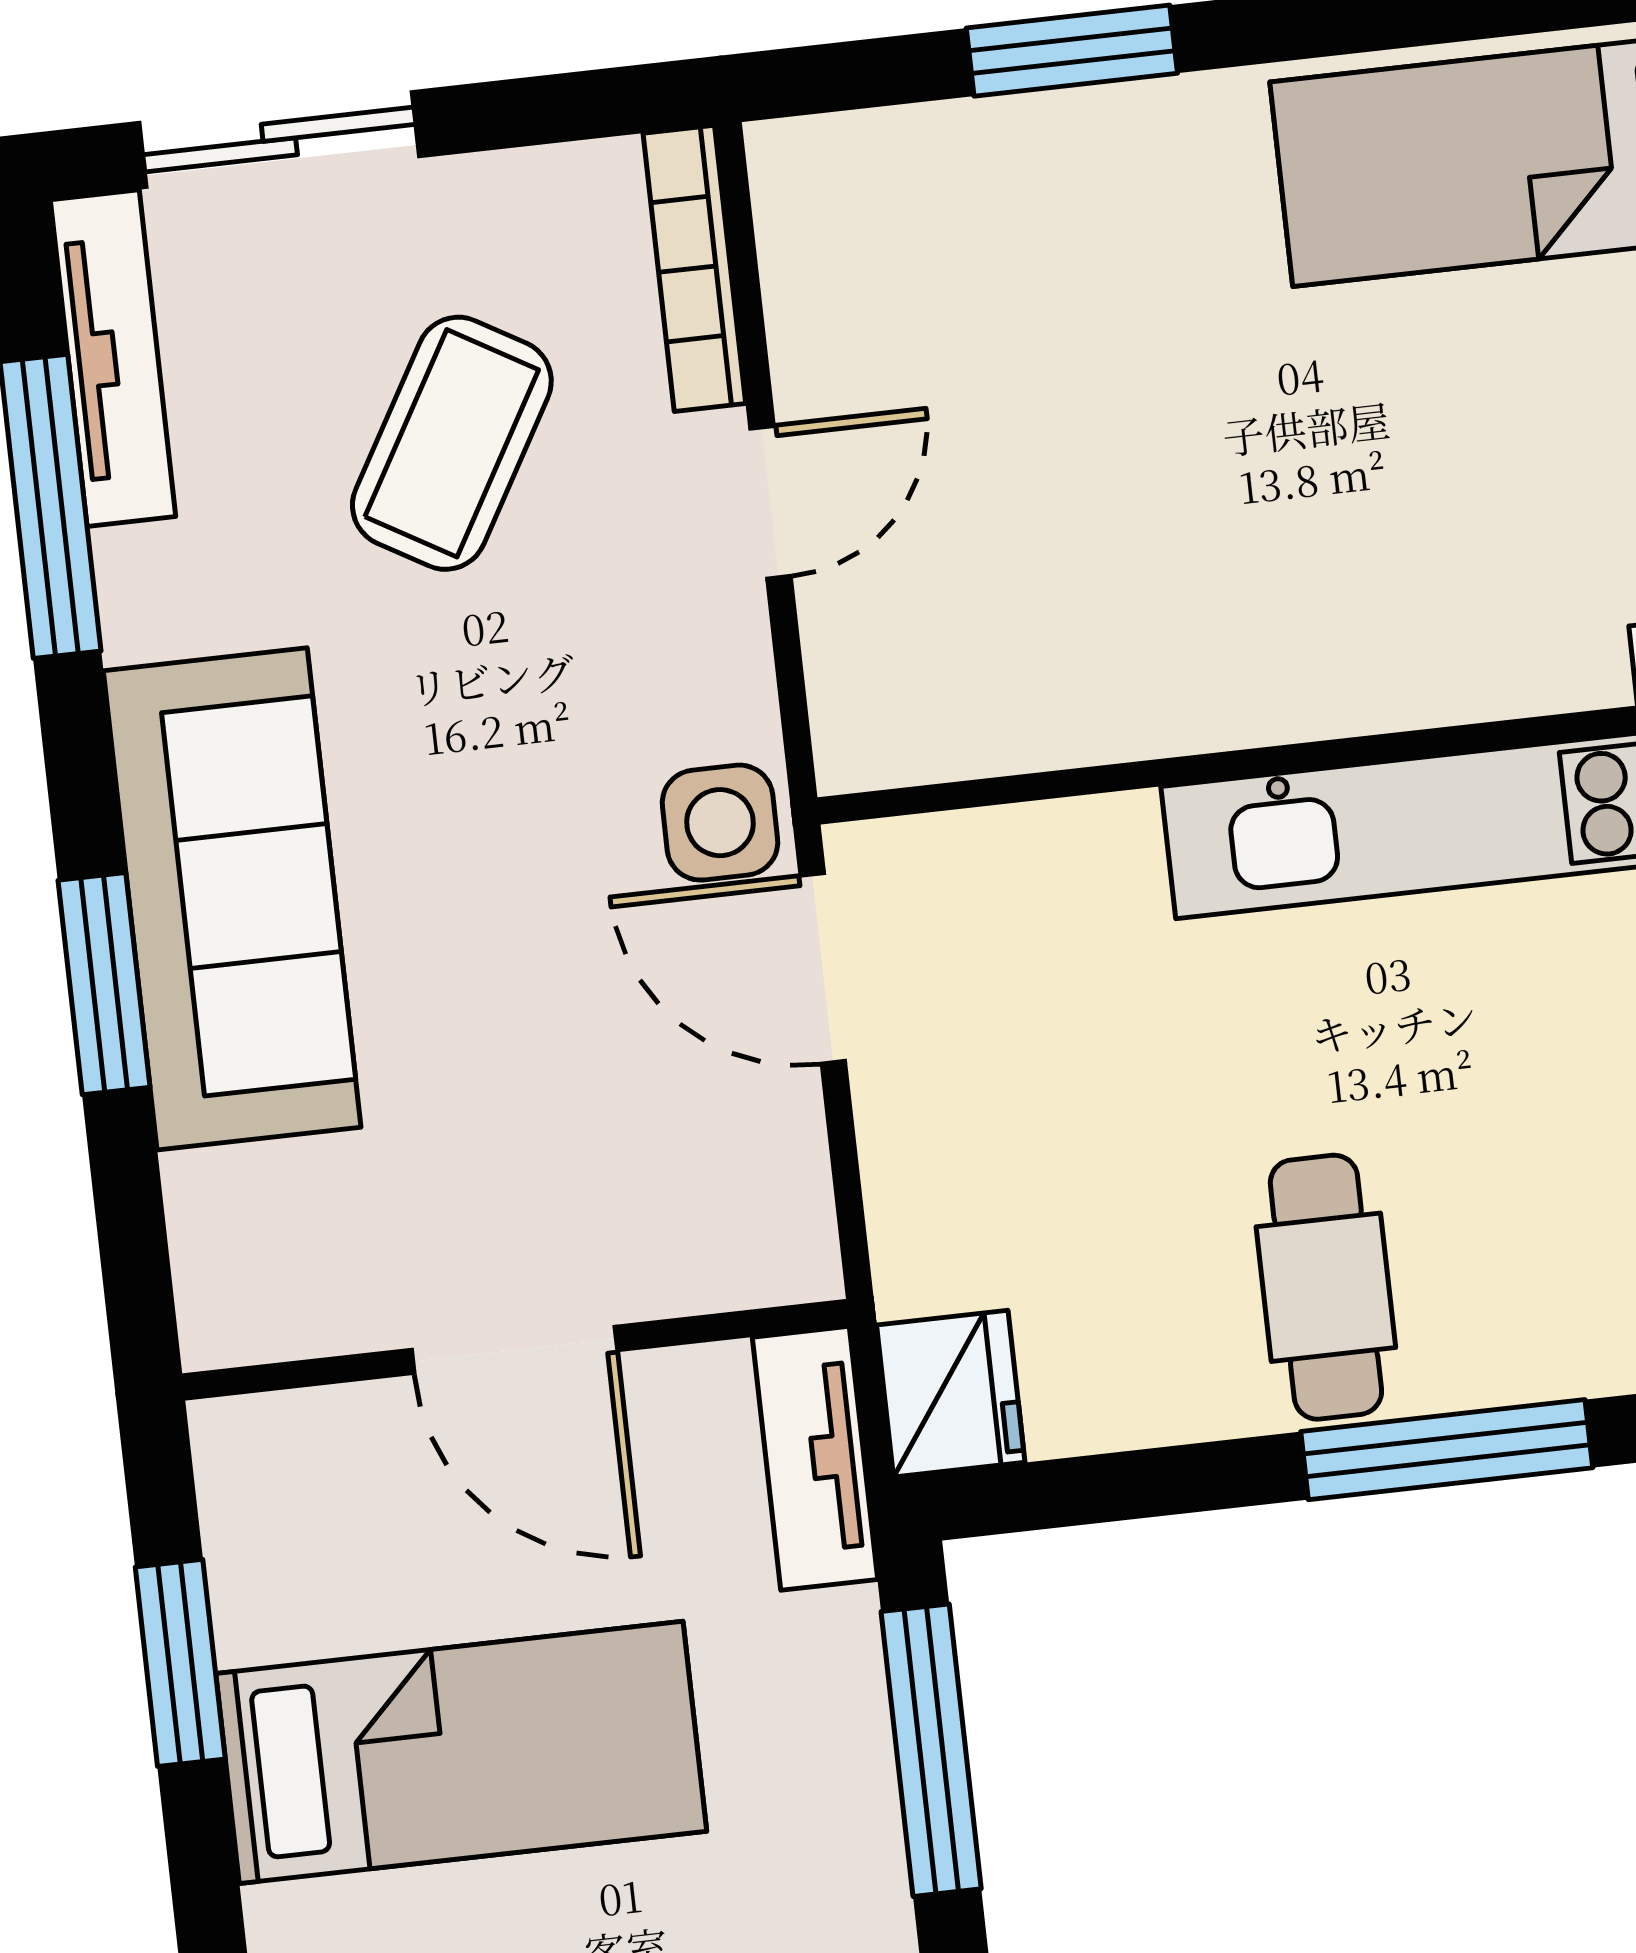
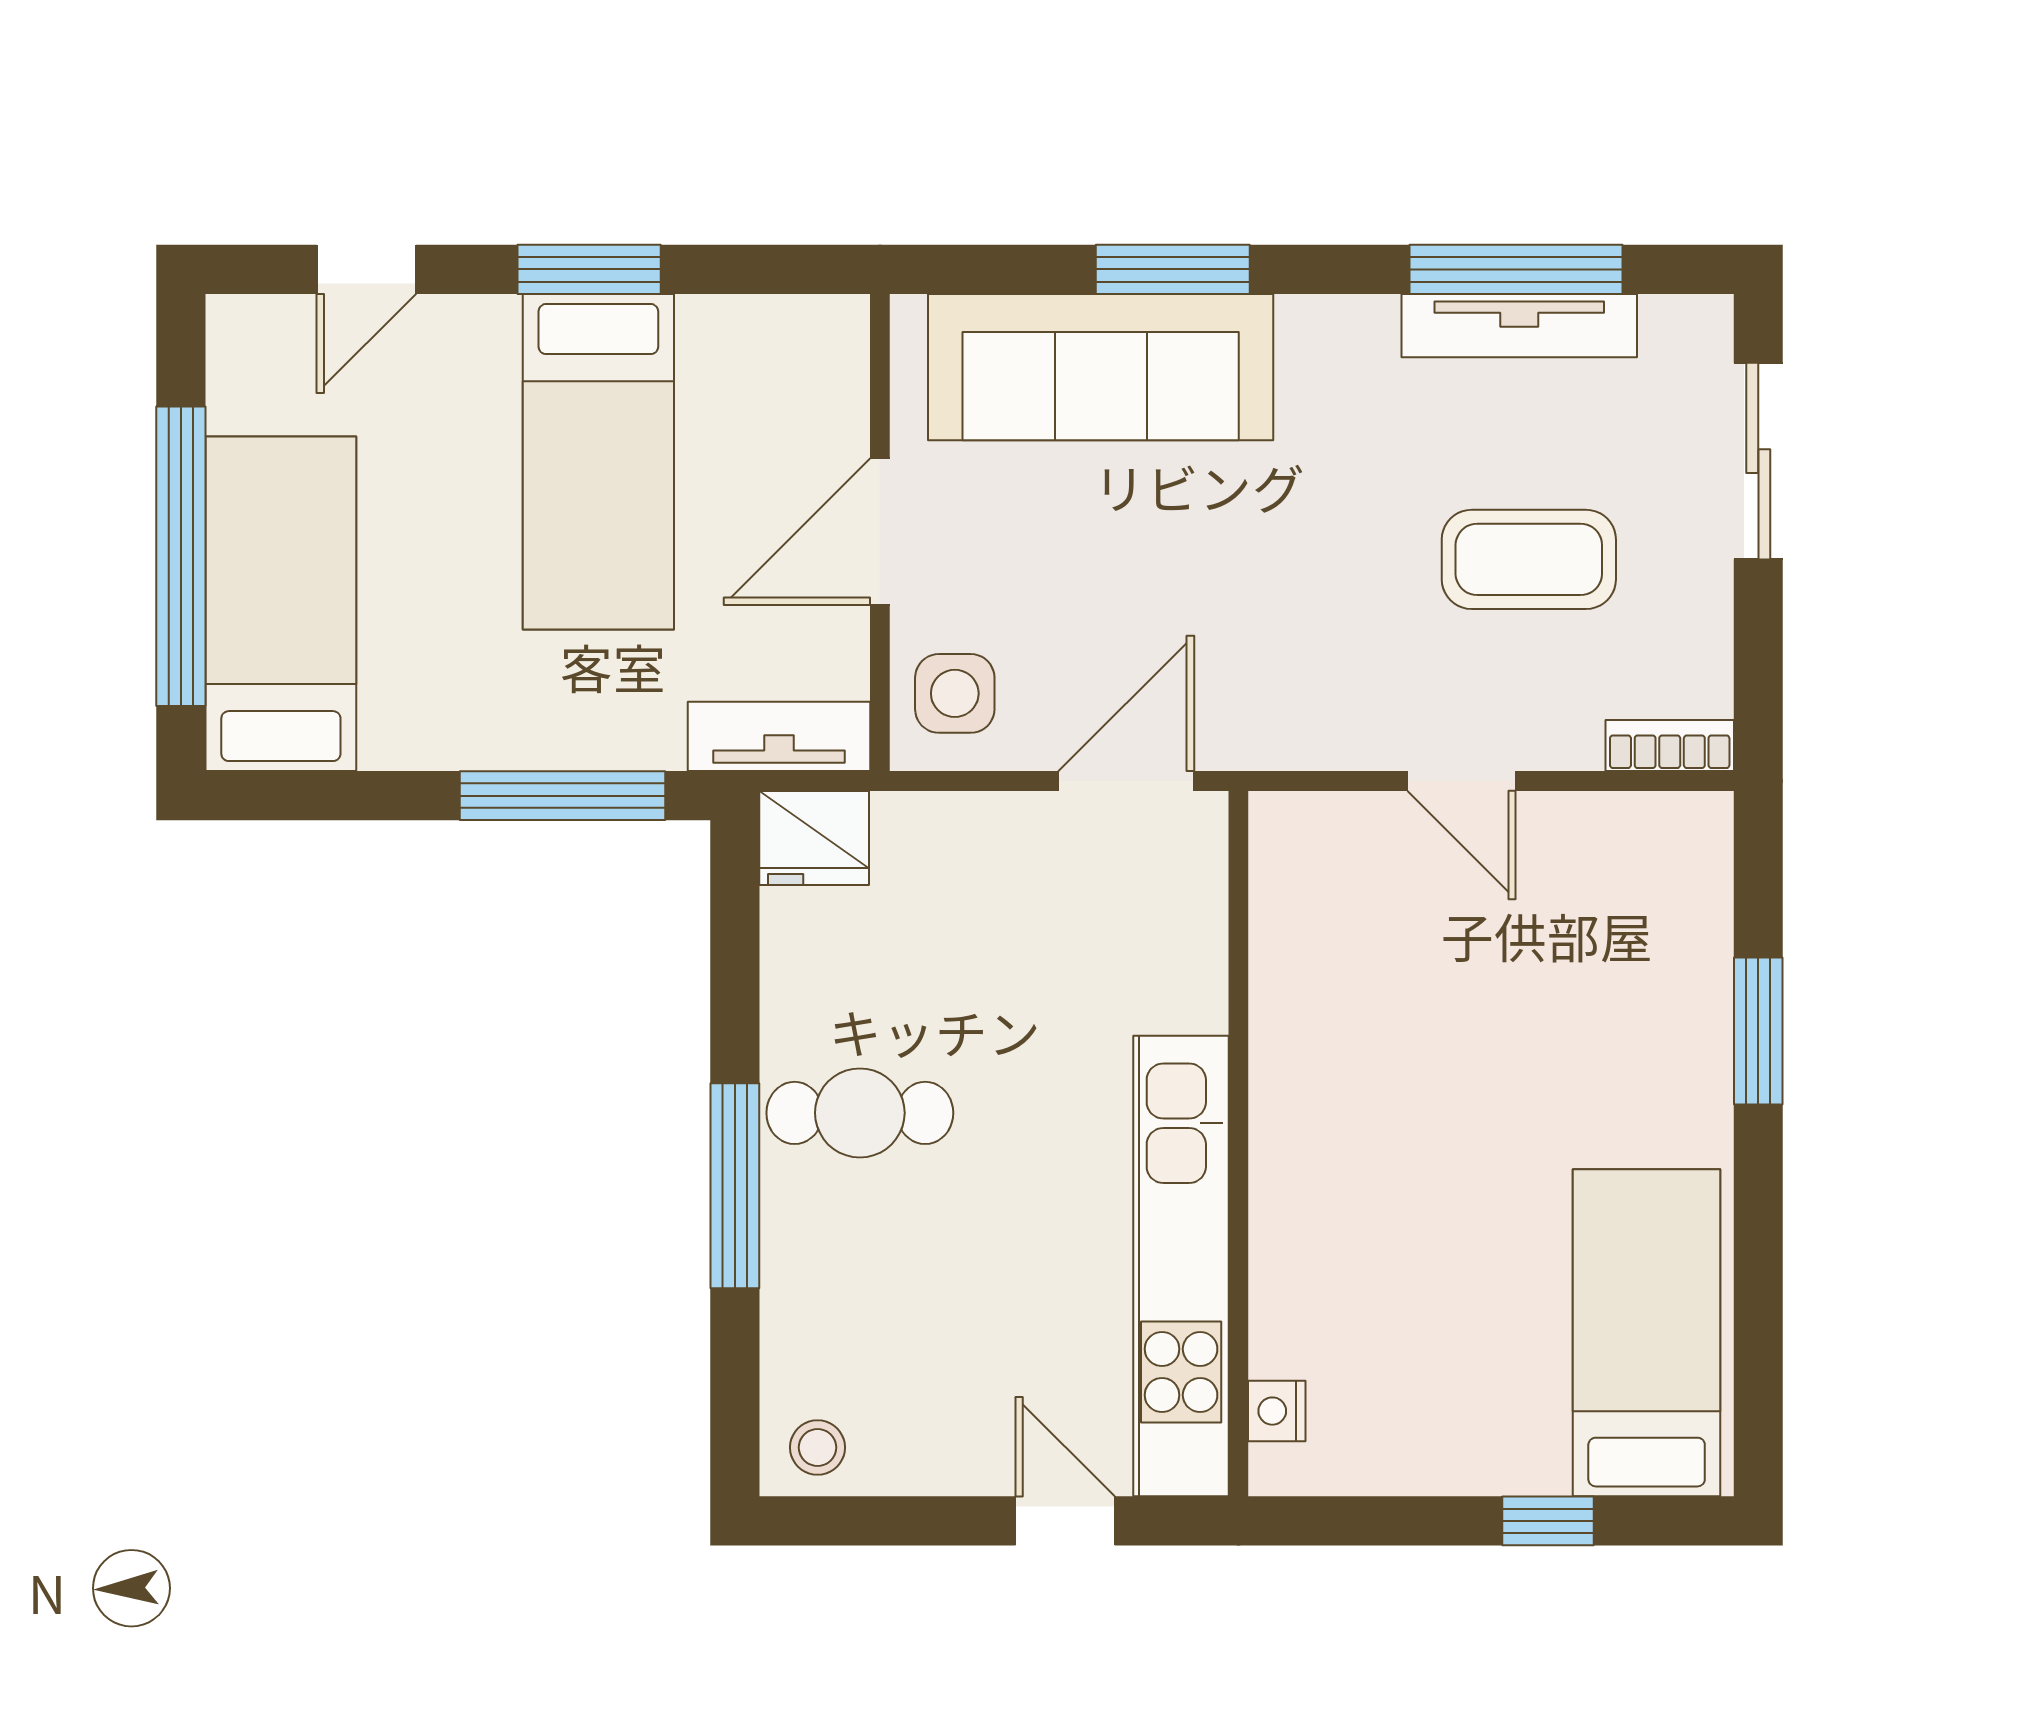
bookcase: (694, 268) -> (1670, 746), width x0.64
tv unit: (113, 358) -> (1519, 326), moved
coffee table: (452, 443) -> (1529, 559), turned -30
side table: (720, 823) -> (955, 693), moved
sofa: (232, 899) -> (1101, 367), moved
window: (180, 1663) -> (589, 269), moved

